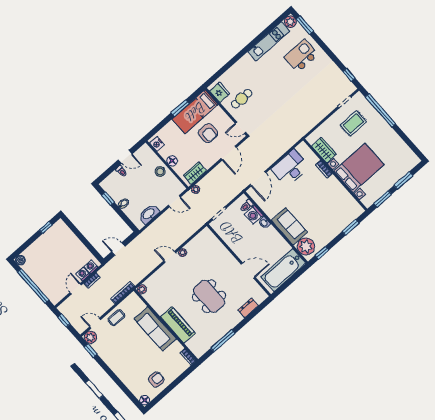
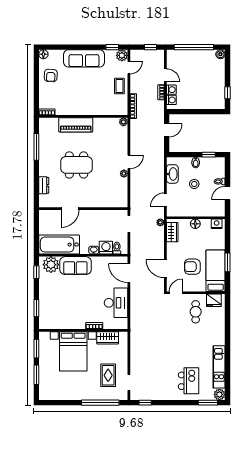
stool: (160, 171) -> (194, 184), moved
bathtub: (283, 270) -> (59, 245), moved, turned -90
sofa: (155, 329) -> (84, 58), moved, turned 180

